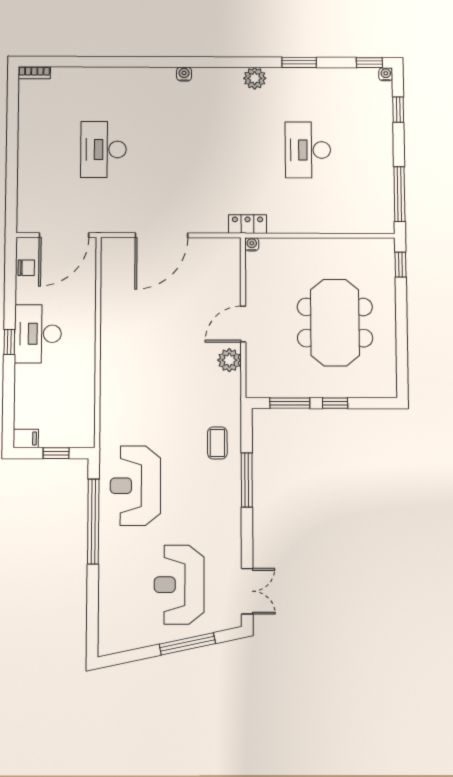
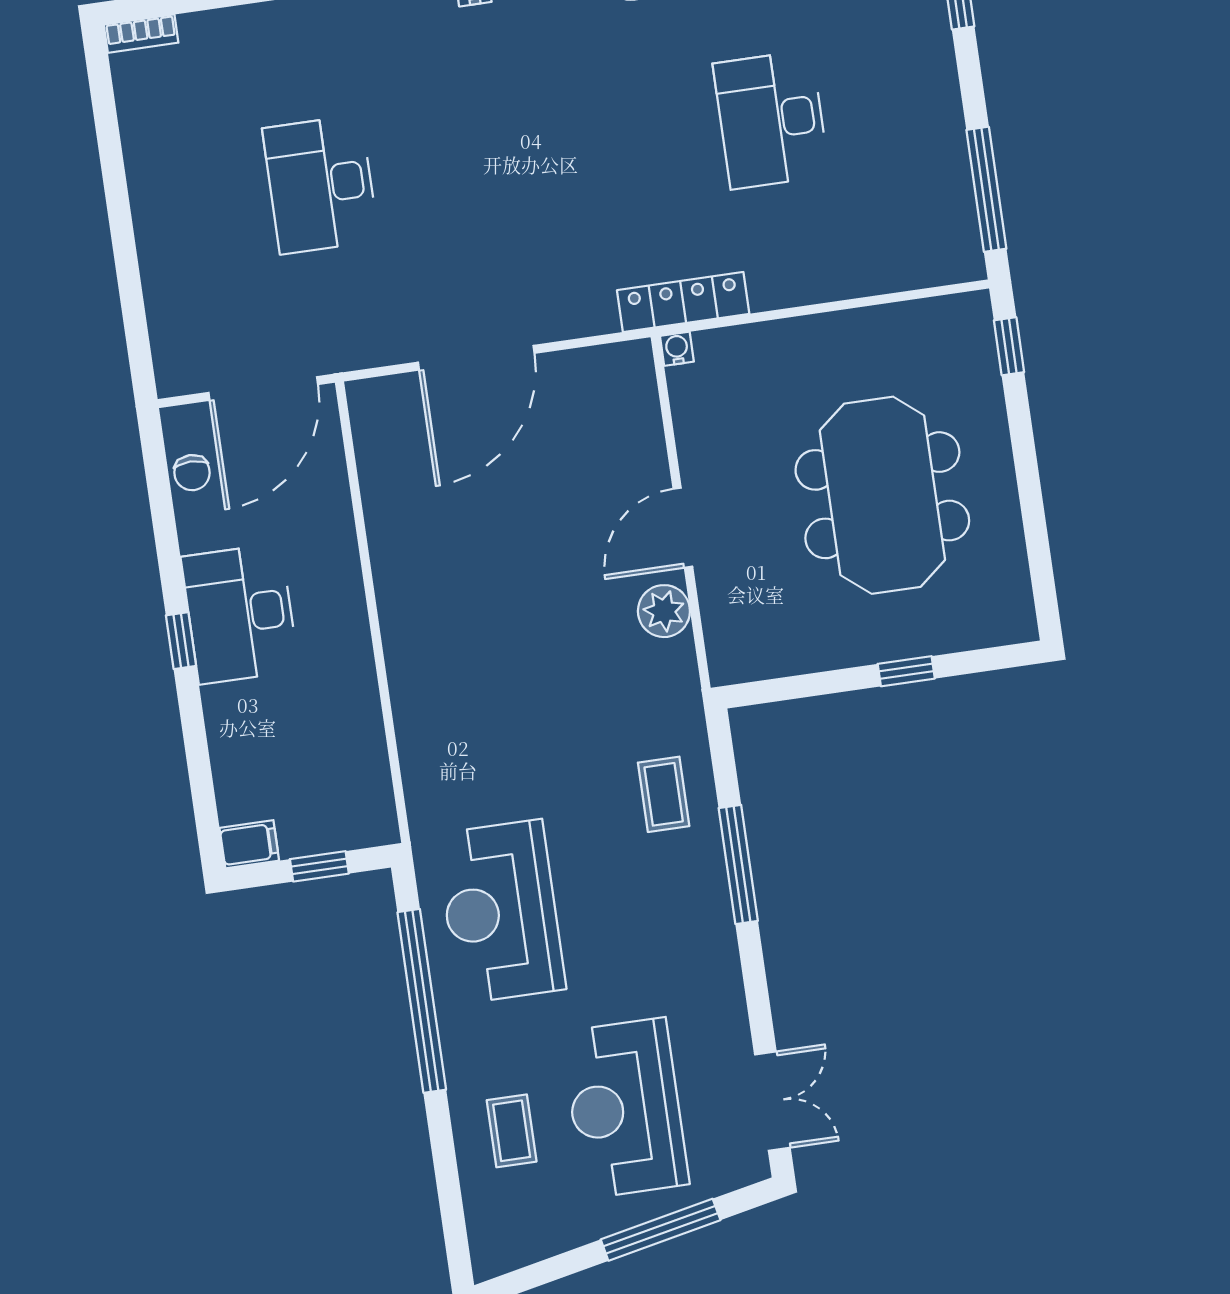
locker: (248, 224) -> (683, 302), width x1.53
chair: (26, 268) -> (192, 473), turned 90
window: (290, 403) -> (808, 685), removed
coffee table: (125, 588) -> (512, 1131), added

